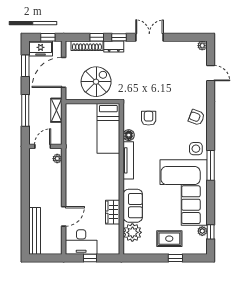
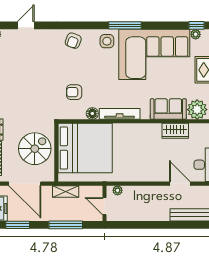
spiral stairs: (96, 82) -> (35, 149), turned 90
bed: (108, 128) -> (85, 148), width x2.04

